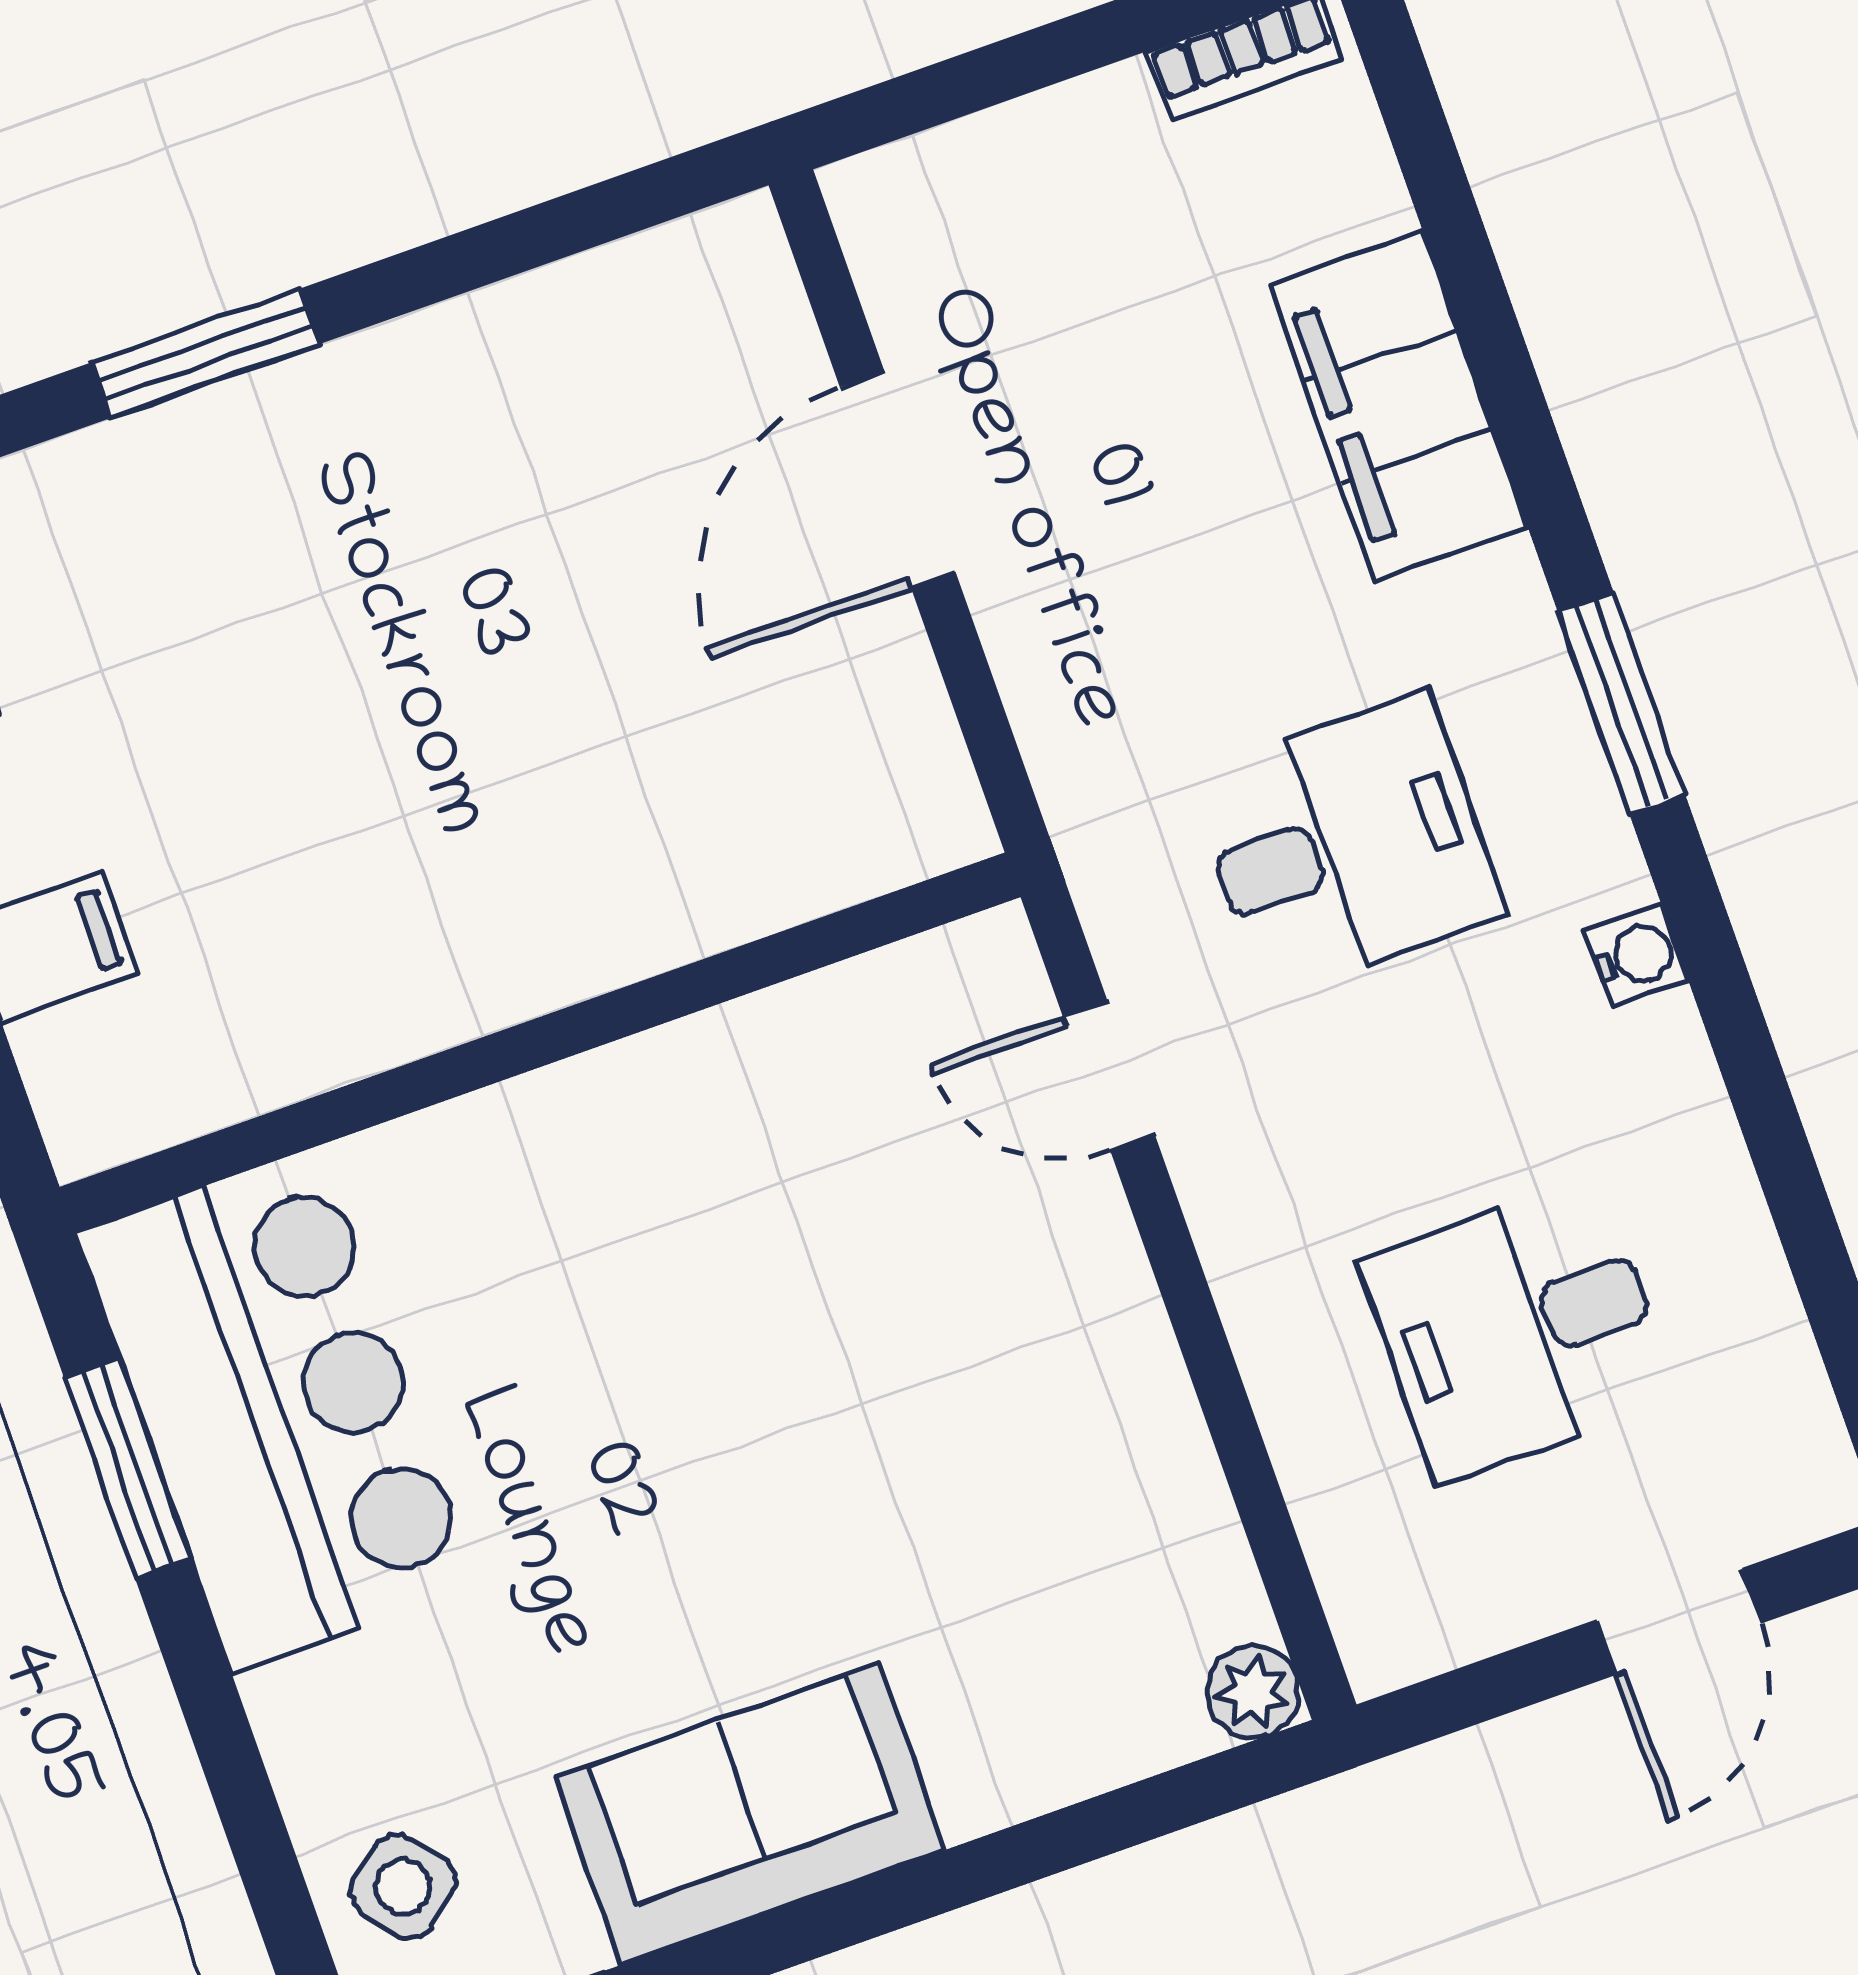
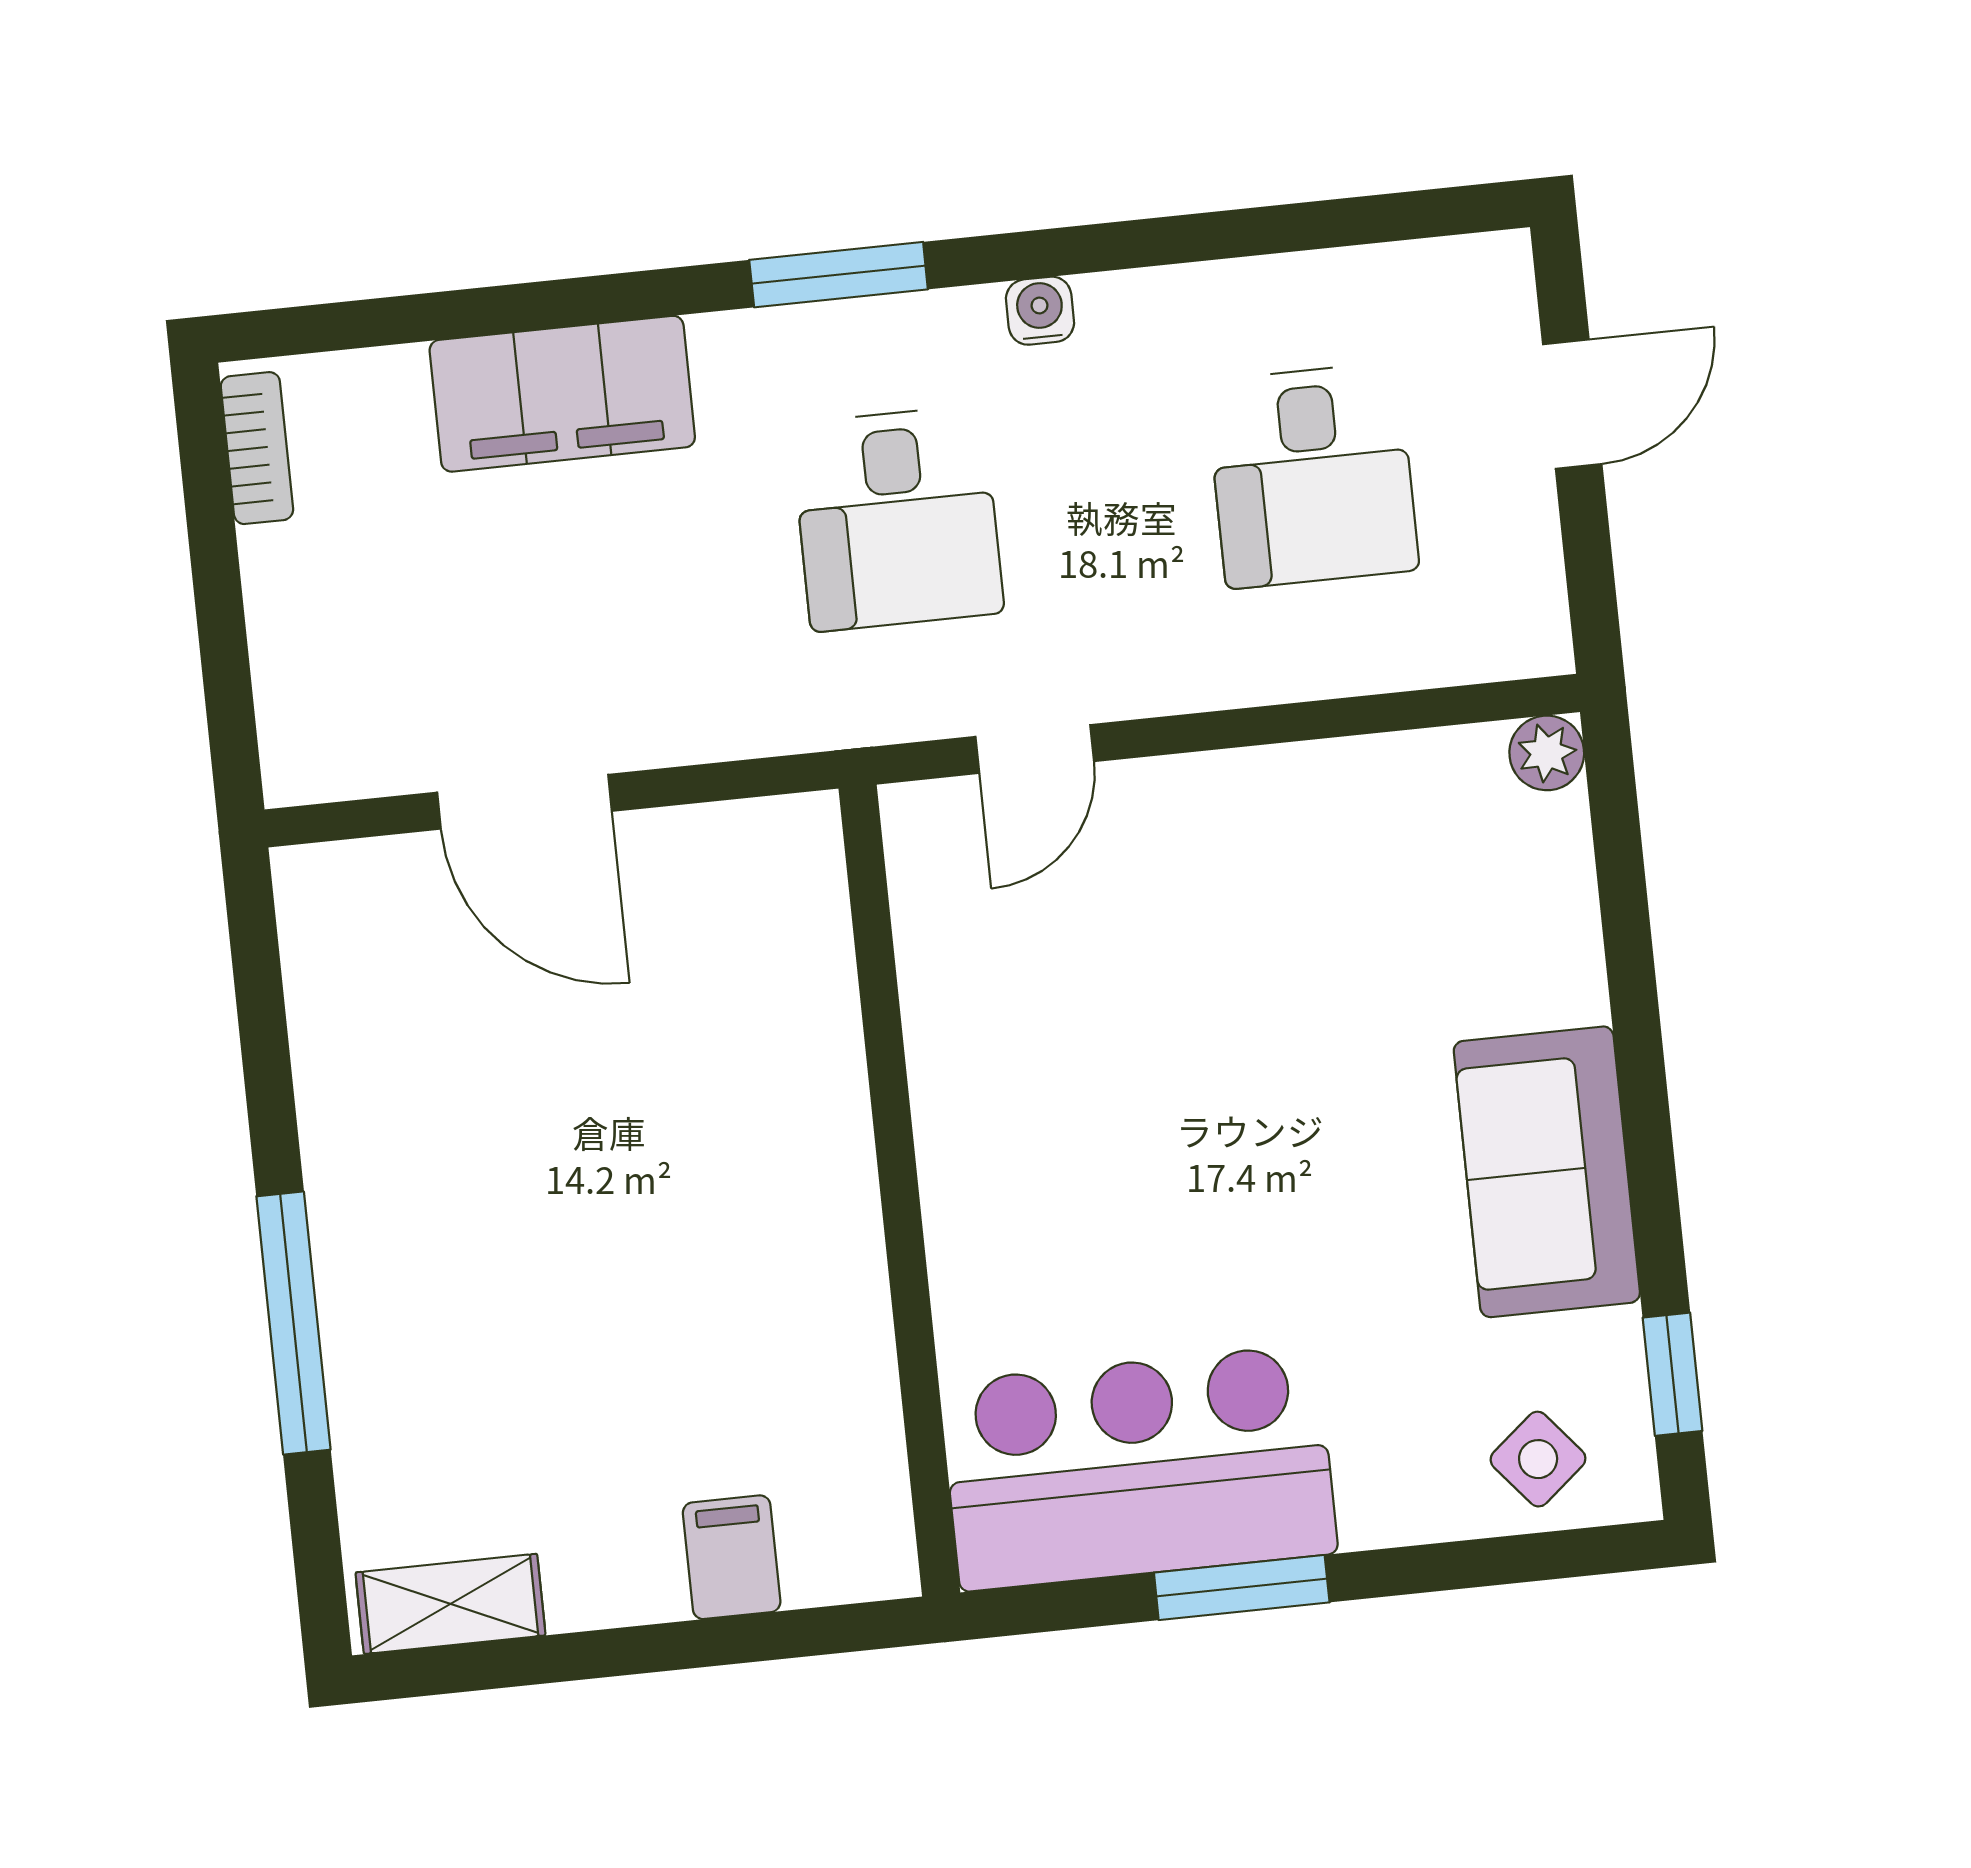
window: (205, 353) -> (293, 1323), width x1.44
desk: (1346, 844) -> (897, 518), turned 180
window: (127, 1468) -> (1242, 1587), moved
door: (1679, 1621) -> (1572, 404), hinge flipped

